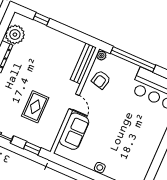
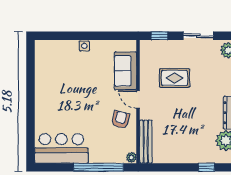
armchair: (101, 80) -> (120, 120), moved
rug: (35, 107) -> (174, 78), turned 90

